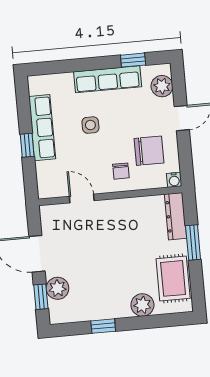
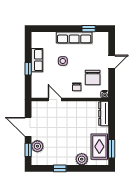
plant: (162, 86) -> (103, 44), removed
row of seats: (42, 128) -> (37, 60), width x0.68
chair: (149, 151) -> (93, 77), turned 90
window: (193, 243) -> (112, 149), moved

